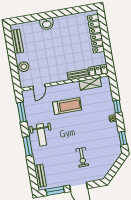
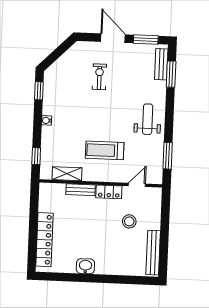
washbasin: (47, 24) -> (85, 266), moved
bench: (17, 41) -> (153, 253), width x1.36
stool: (24, 67) -> (129, 221), moved
locker: (98, 70) -> (109, 192), moved
window: (117, 106) -> (36, 156), moved
window: (28, 146) -> (171, 74), moved

